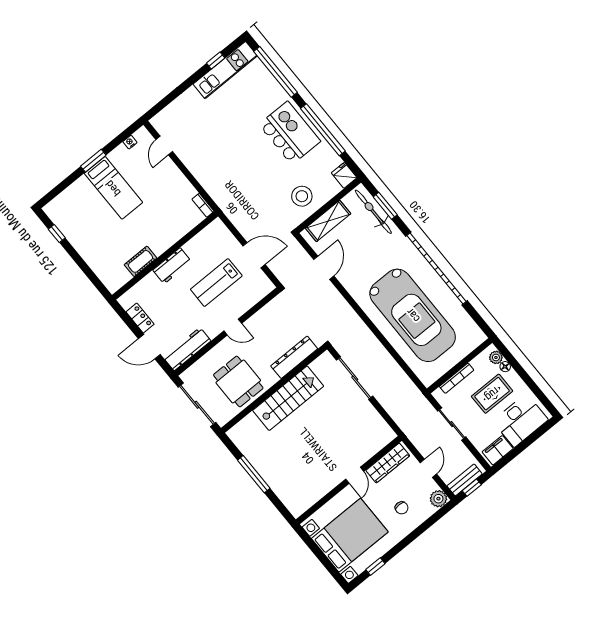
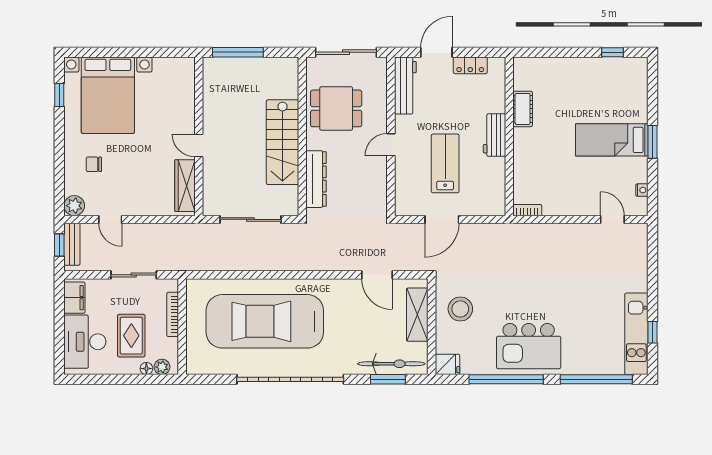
wardrobe: (388, 463) -> (185, 186), moved
door: (355, 475) -> (199, 145), moved
wall: (349, 480) -> (199, 136), moved

